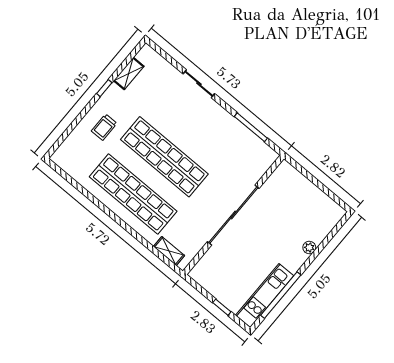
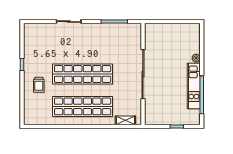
shelving: (129, 74) -> (28, 47), removed
kitchen unit: (265, 296) -> (194, 86), moved

